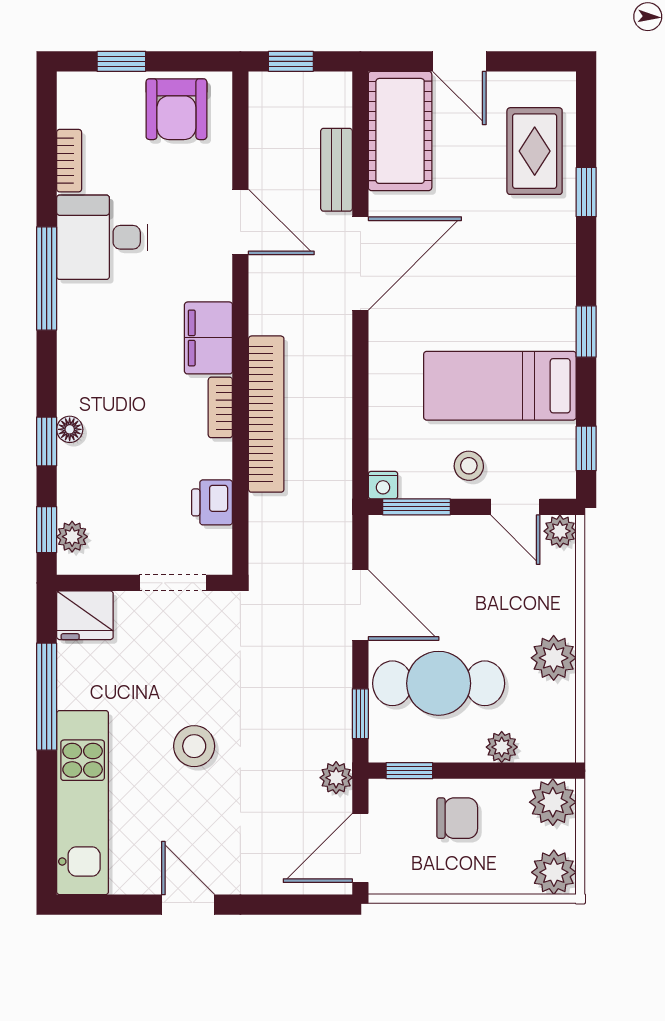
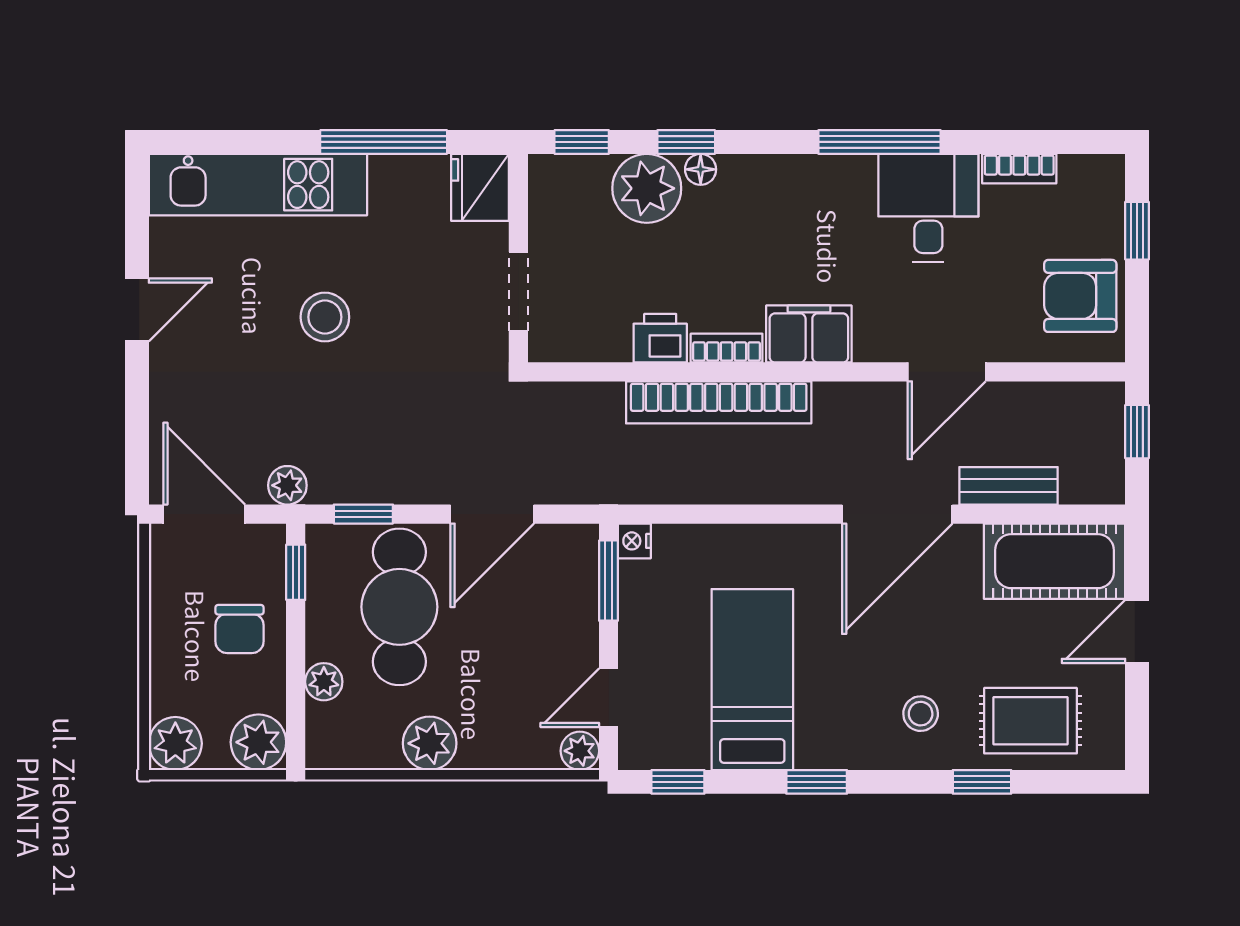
door: (360, 264) -> (897, 514), hinge flipped
stool: (469, 466) -> (921, 714), moved
printer: (212, 502) -> (660, 338), moved
plant: (72, 537) -> (647, 188), moved, width x1.88, depth x1.88

